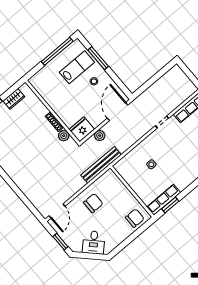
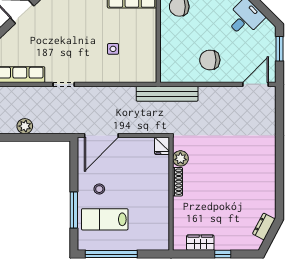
fridge: (82, 129) -> (162, 146), width x0.53, depth x0.75
plant: (100, 136) -> (25, 126), moved

